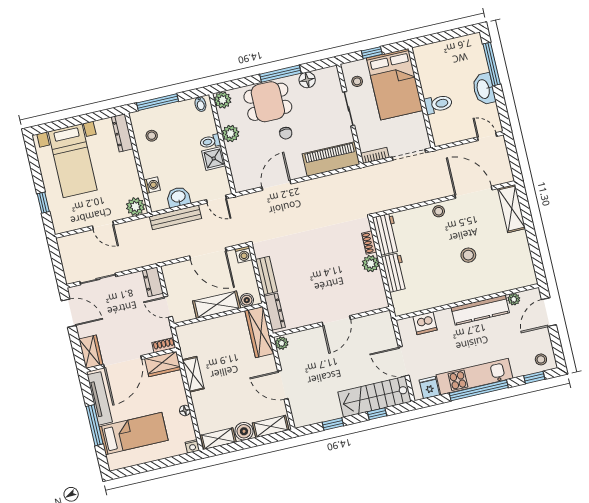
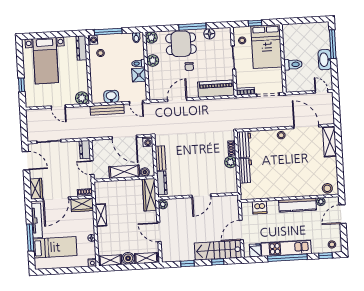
washing machine: (152, 185) -> (93, 40), moved
stool: (468, 255) -> (327, 188), moved
door: (404, 361) -> (241, 230), hinge flipped

